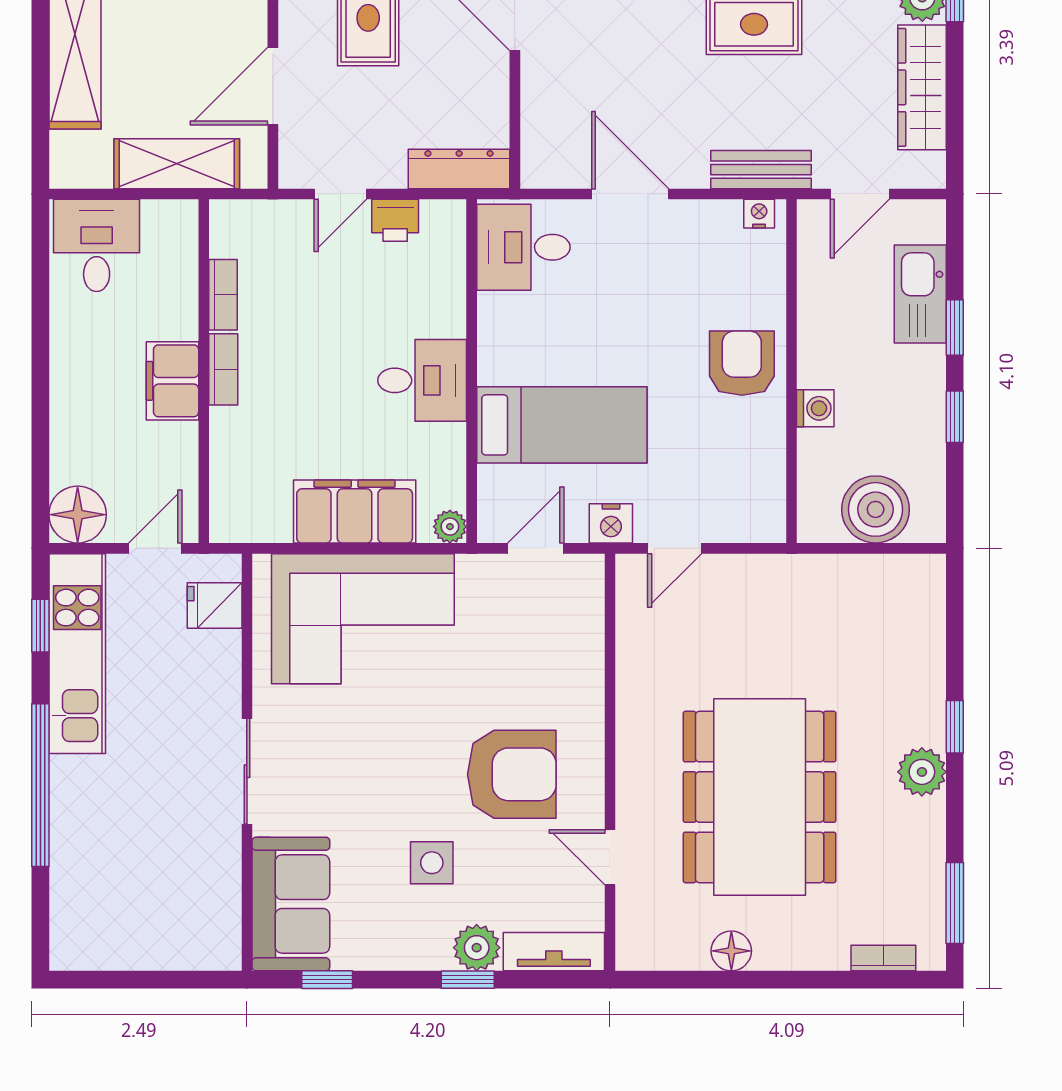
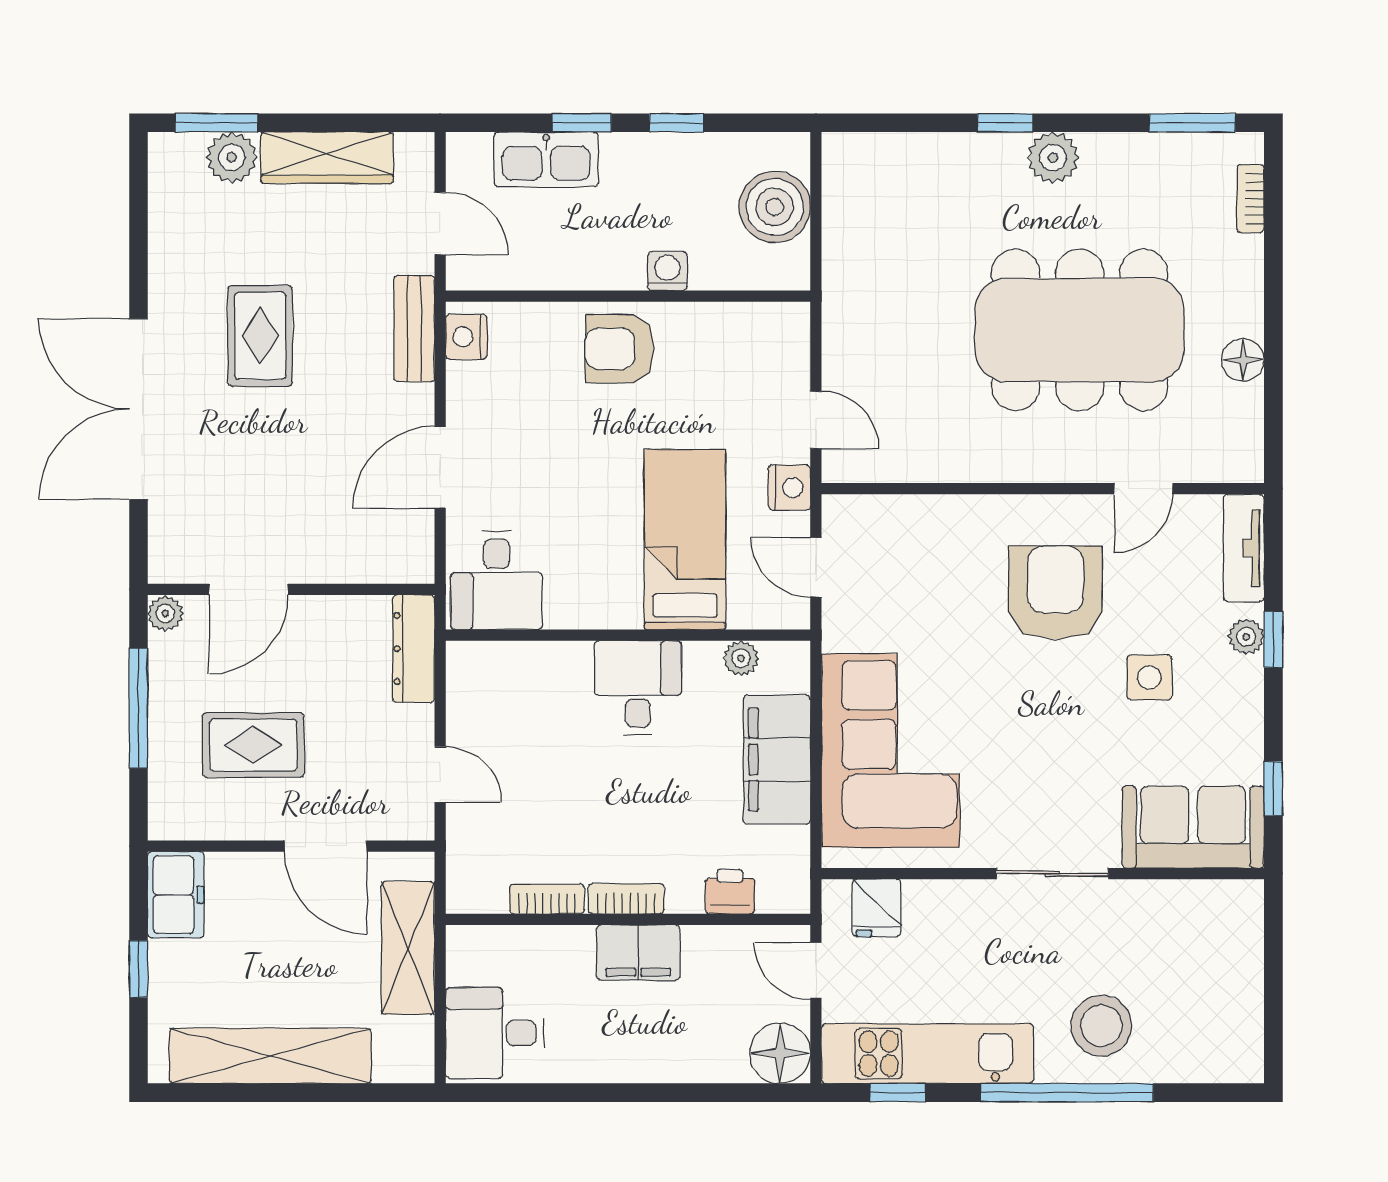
nightstand: (759, 214) -> (466, 337), width x1.39, depth x1.35
printer: (395, 220) -> (730, 892), moved, turned -90
plant: (450, 527) -> (741, 658), moved
stool: (104, 818) -> (1101, 1026), added
plant: (477, 948) -> (1246, 637), width x0.73, depth x0.73

